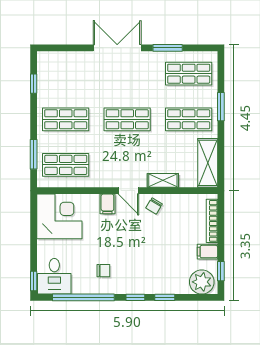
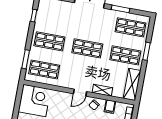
door: (128, 191) -> (80, 93), hinge flipped
filing cabinet: (107, 204) -> (110, 107), moved

